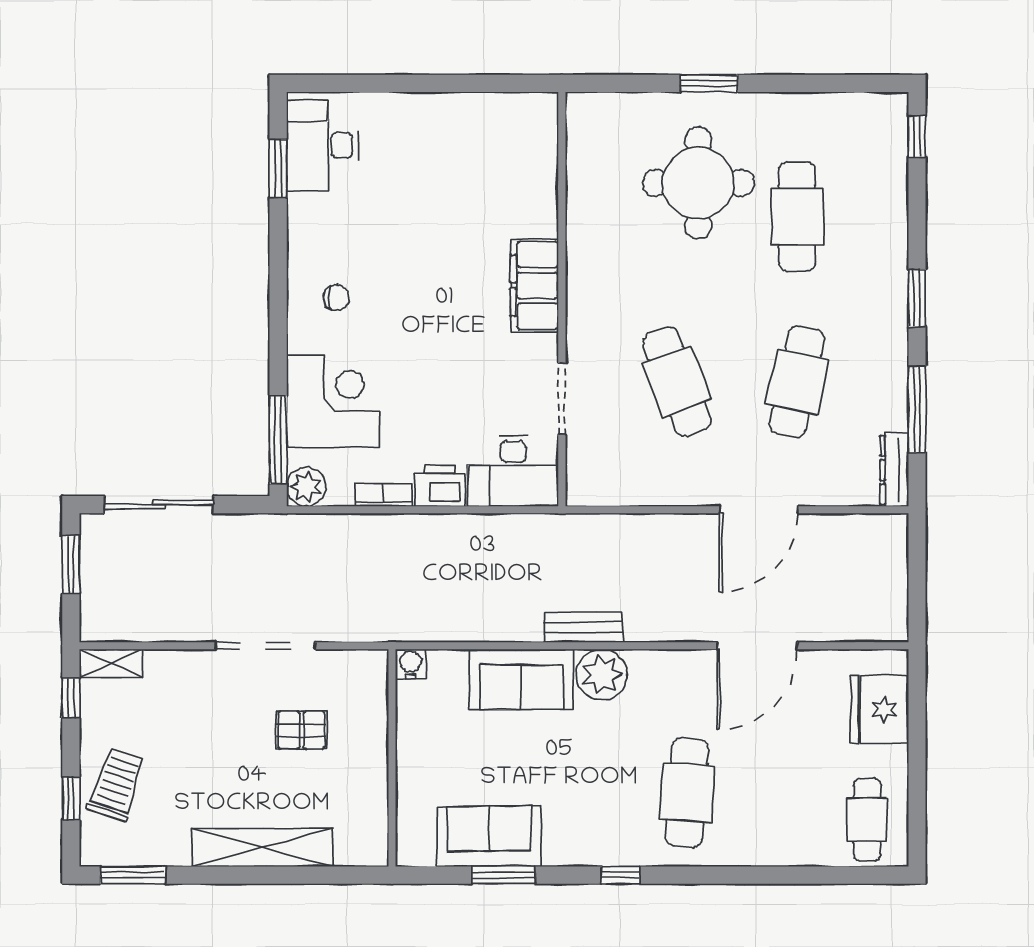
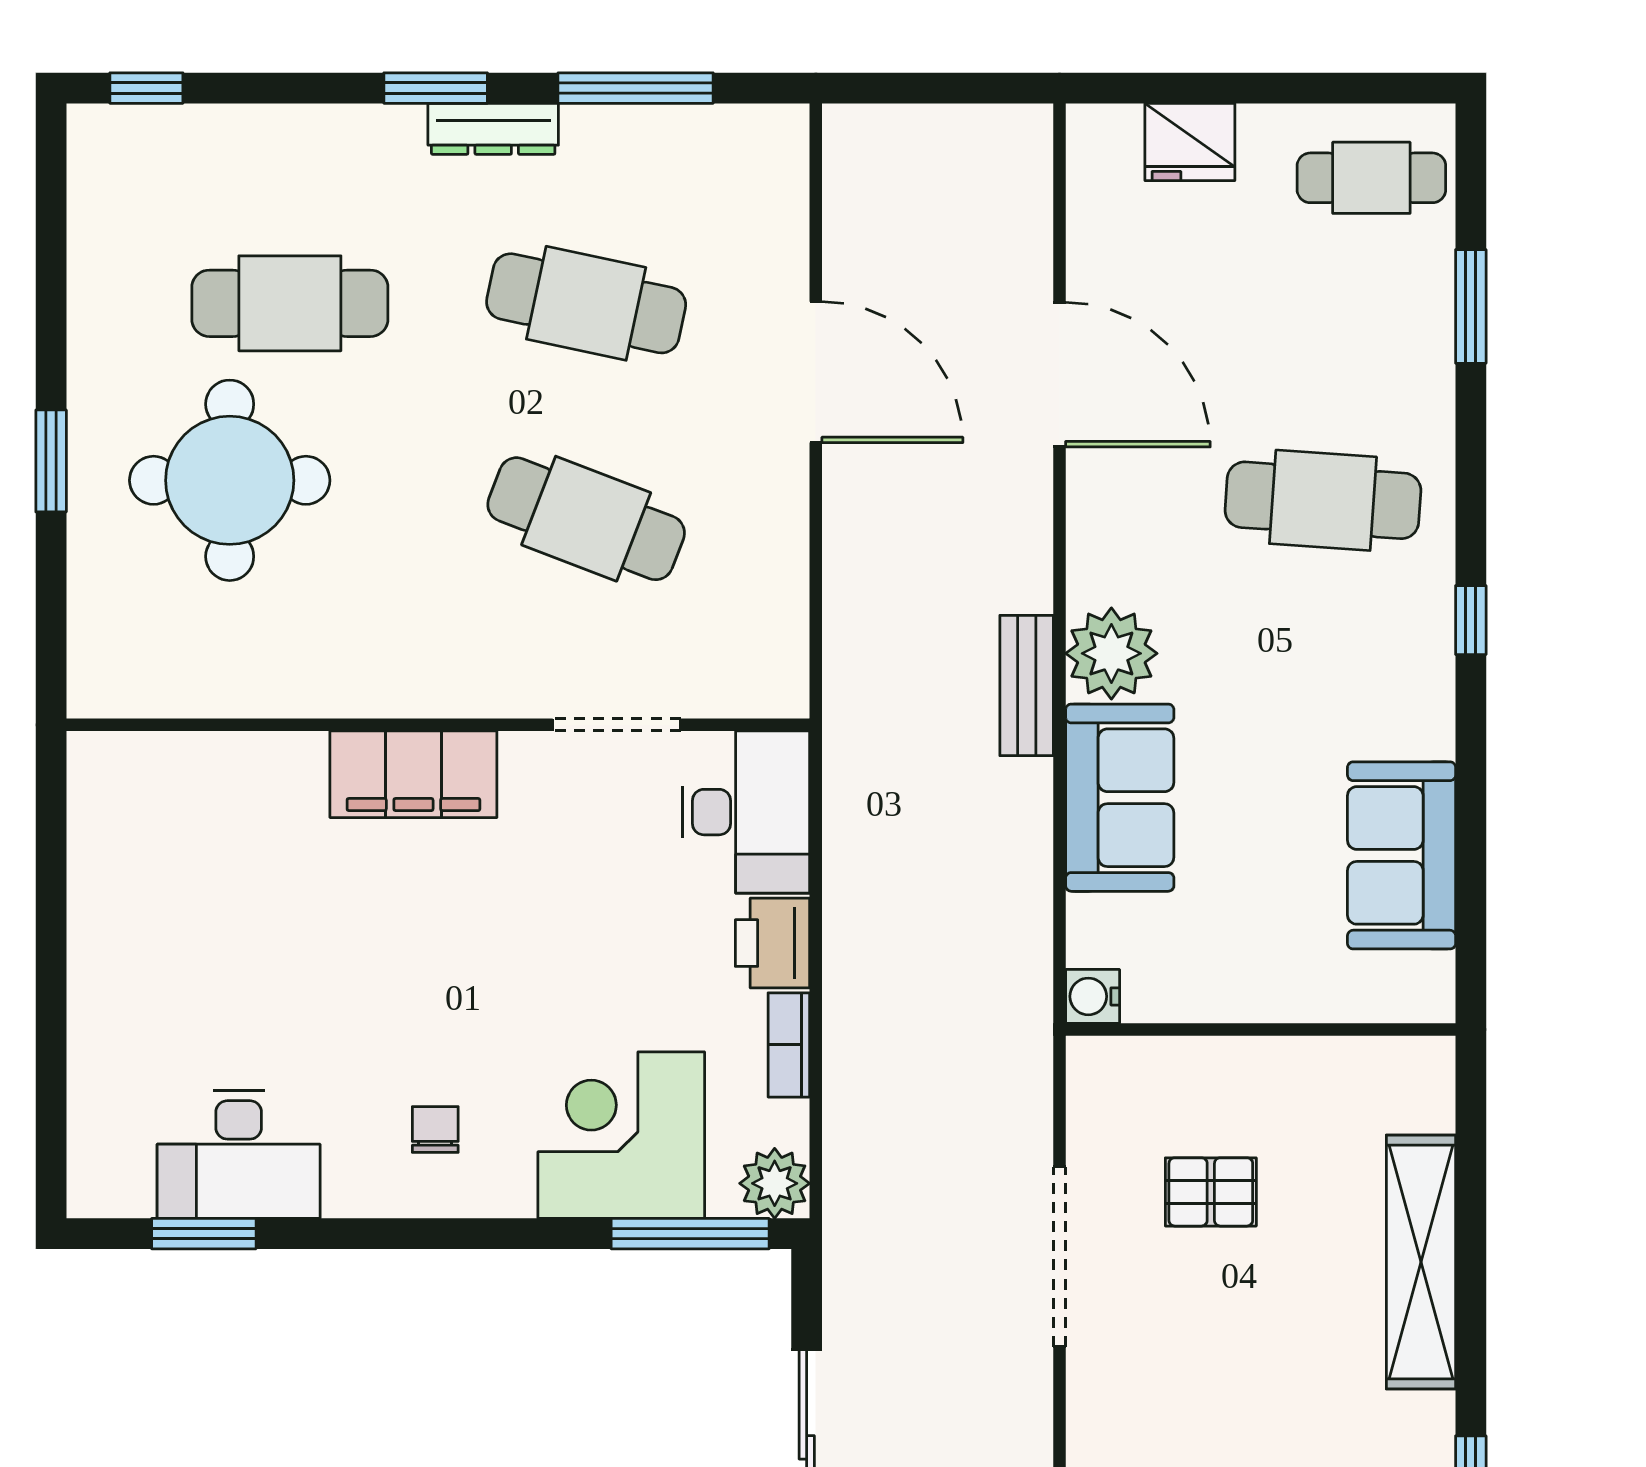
desk: (322, 145) -> (239, 1154), moved
cafe table: (677, 382) -> (586, 519), turned 42
dresser: (894, 470) -> (493, 129), moved
fridge: (880, 709) -> (1190, 142), width x0.73, depth x0.75
pallet: (301, 730) -> (1211, 1192), turned 90
window: (503, 875) -> (1471, 306), moved

